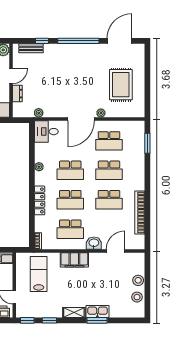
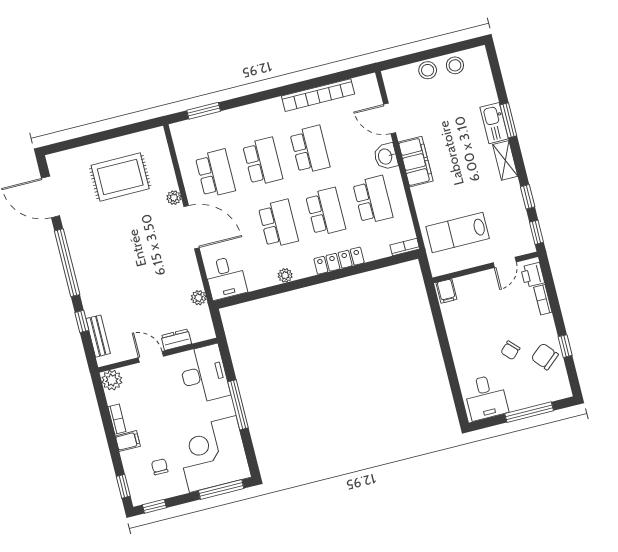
filing cabinet: (74, 260) -> (416, 162), moved

